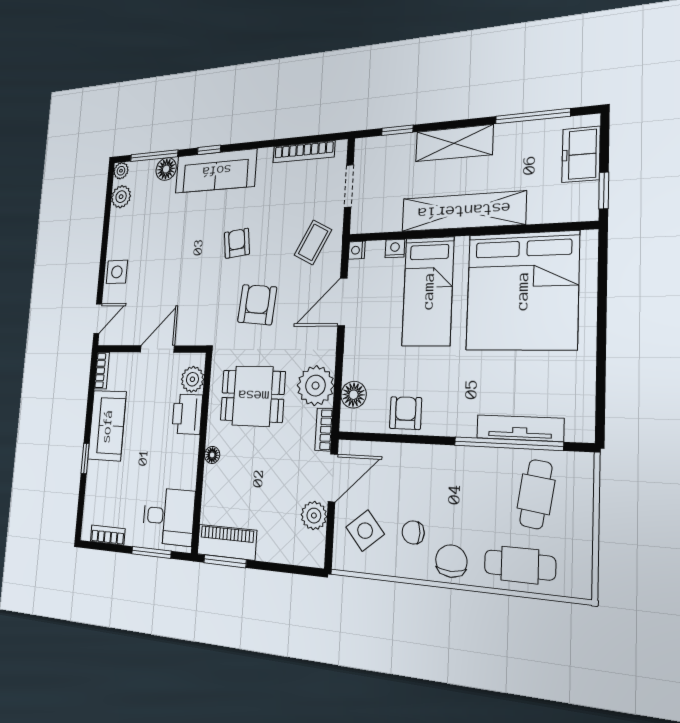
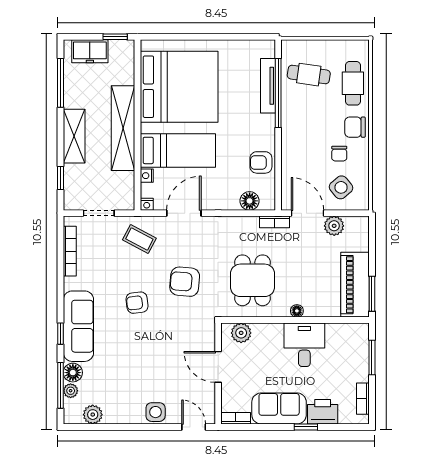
plant: (121, 171) -> (71, 391), moved
door: (342, 302) -> (184, 213), swing flipped
plant: (316, 386) -> (244, 230), removed
printer: (187, 414) -> (323, 412), moved, turned 180
desk: (168, 516) -> (304, 345), moved
piano: (227, 542) -> (355, 285), width x1.37, depth x1.33

